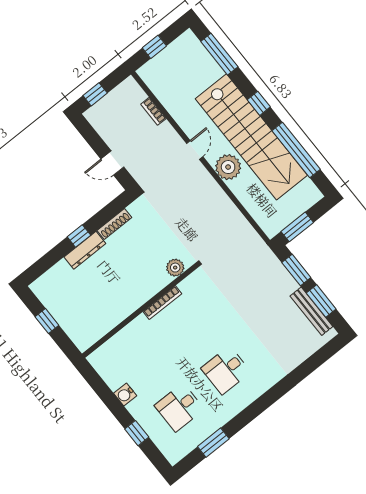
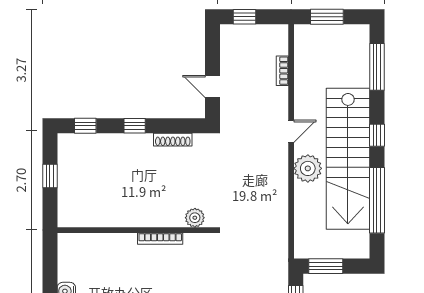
window: (154, 47) -> (327, 17), width x1.50
dresser: (85, 250) -> (130, 142), removed
window: (43, 264) -> (85, 126), added

